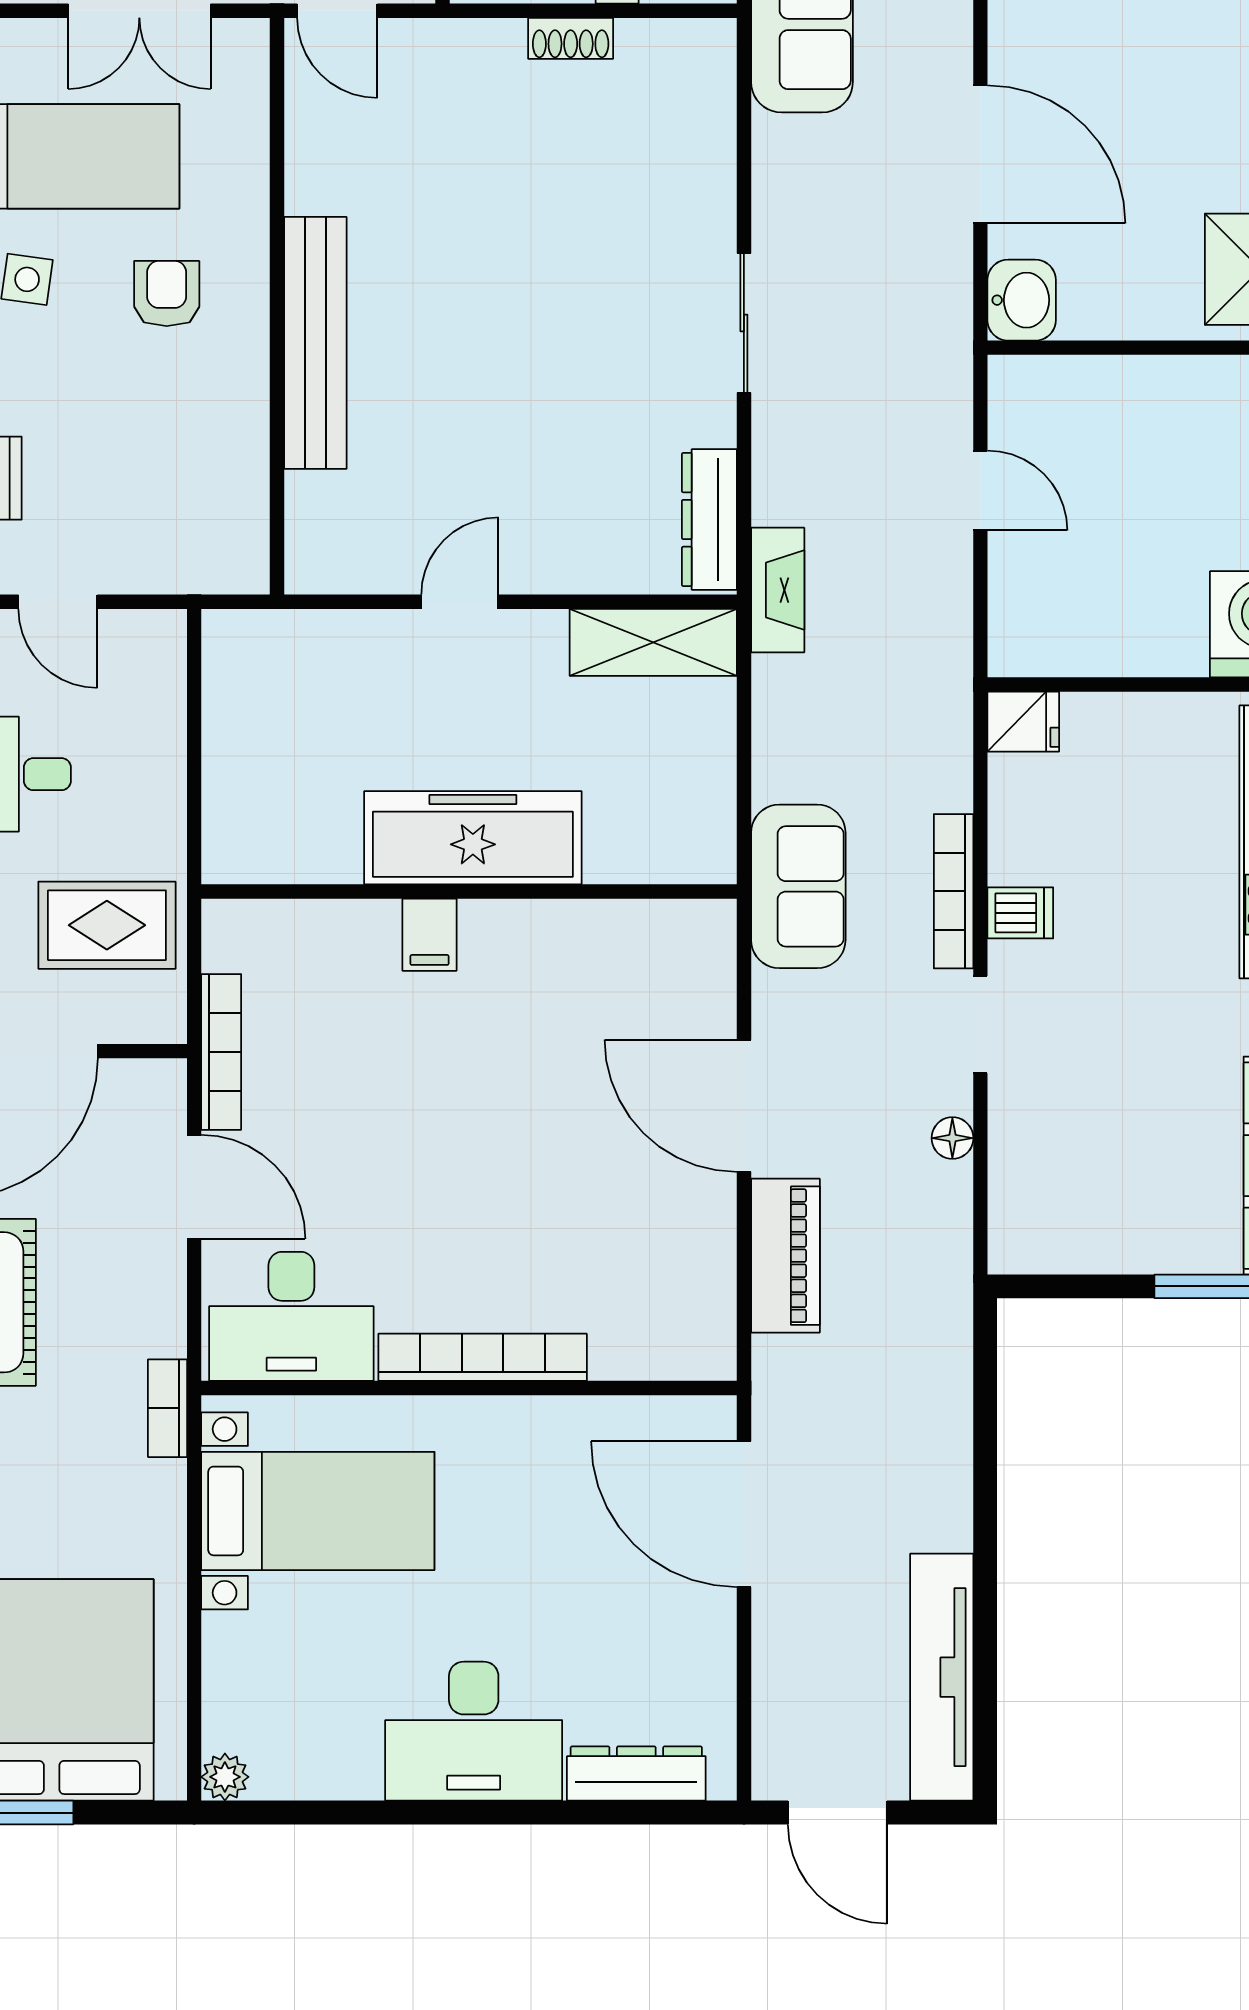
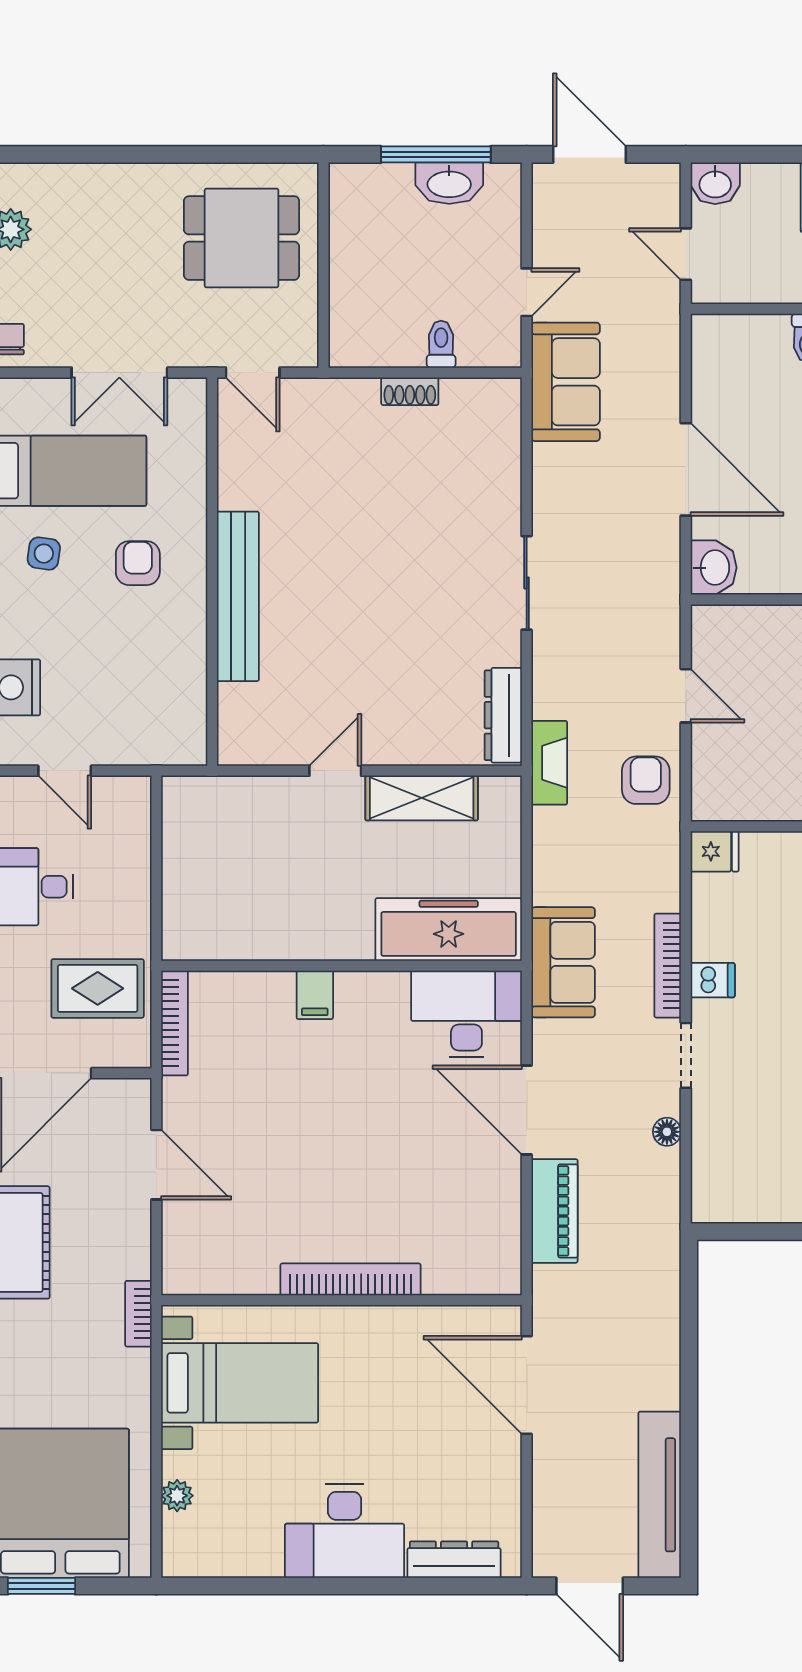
armchair: (921, 616) -> (646, 780), added
shelving: (653, 642) -> (422, 798), moved
freezer: (473, 838) -> (449, 930), moved
bookcase: (221, 1052) -> (175, 1023), moved
desk: (291, 1316) -> (466, 1014), moved, turned 180
plant: (225, 1777) -> (177, 1496), moved

